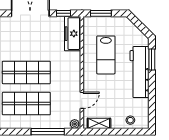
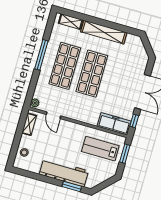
lab bench: (106, 55) -> (100, 149), moved
window: (48, 132) -> (41, 55), moved

